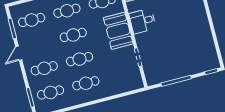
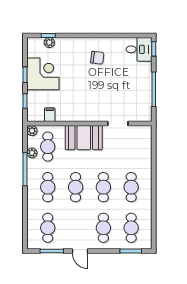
desk: (142, 21) -> (139, 49), moved, turned -90
chair: (191, 24) -> (97, 58), added

